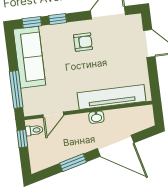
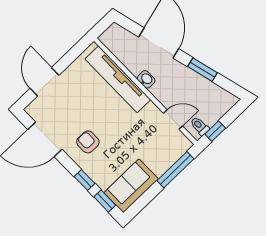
sofa: (29, 57) -> (131, 186), width x0.73

